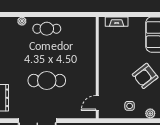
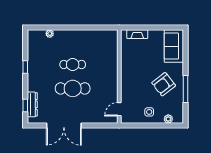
cafe table: (47, 29) -> (73, 65), moved

